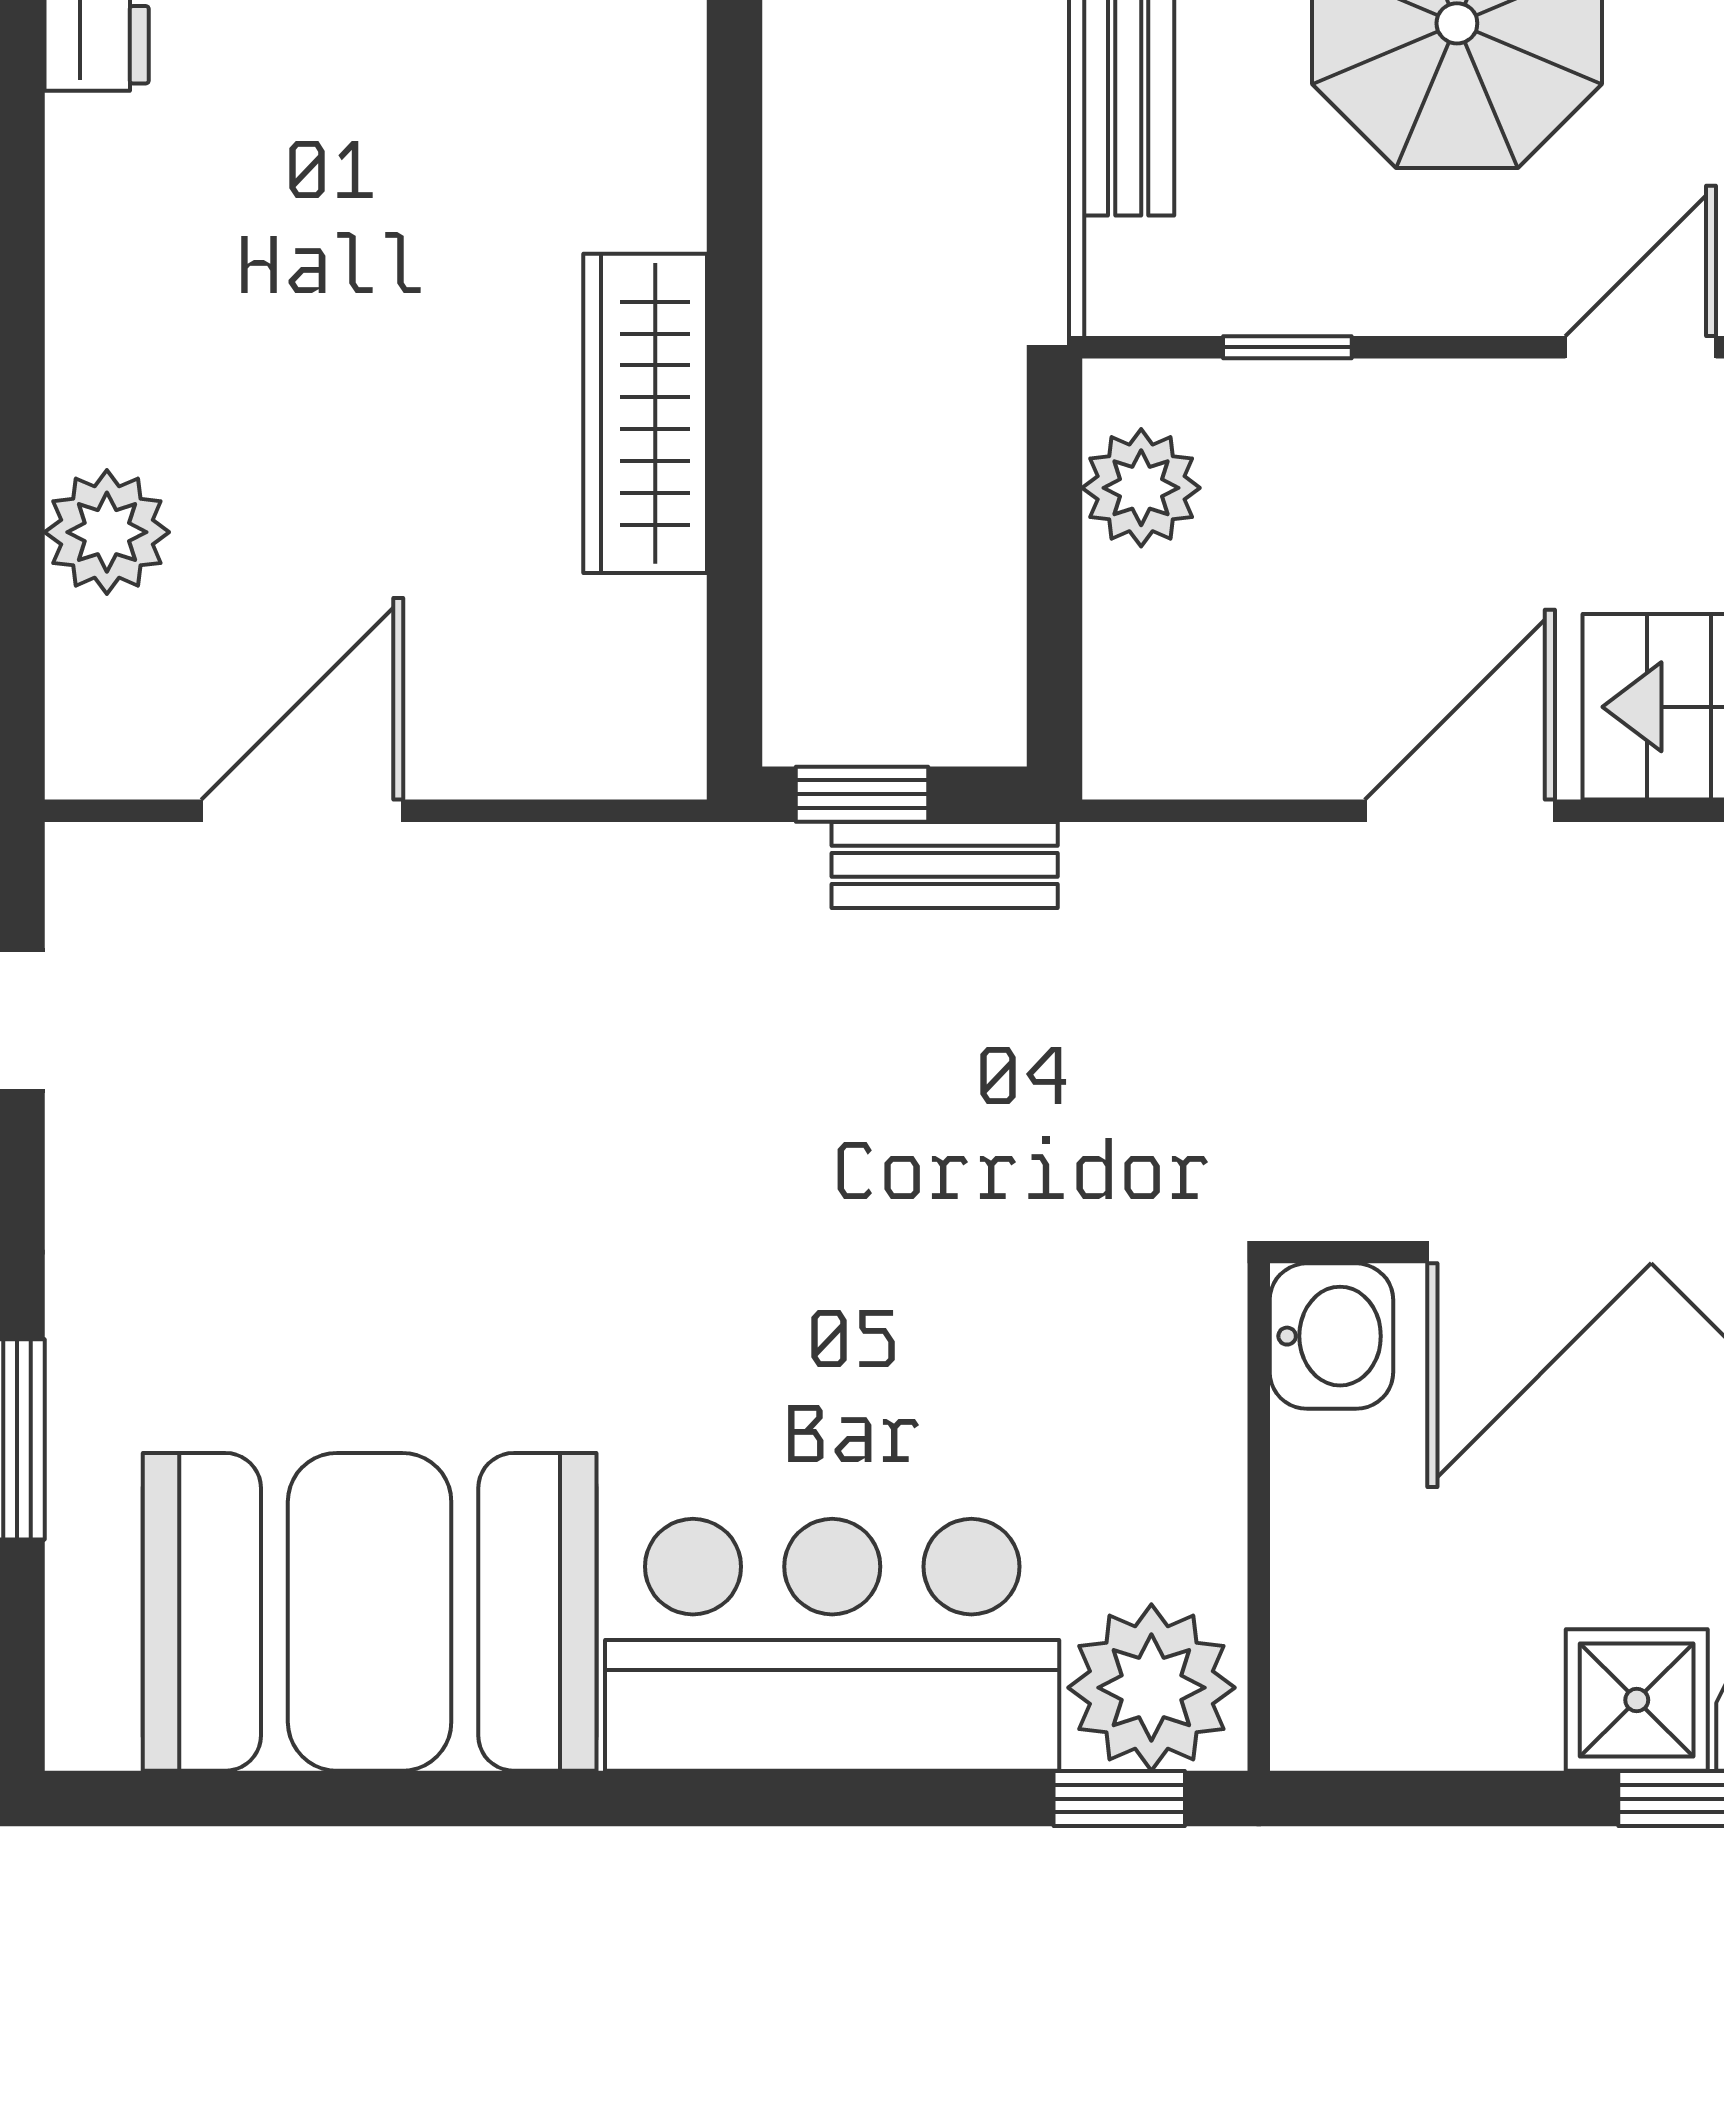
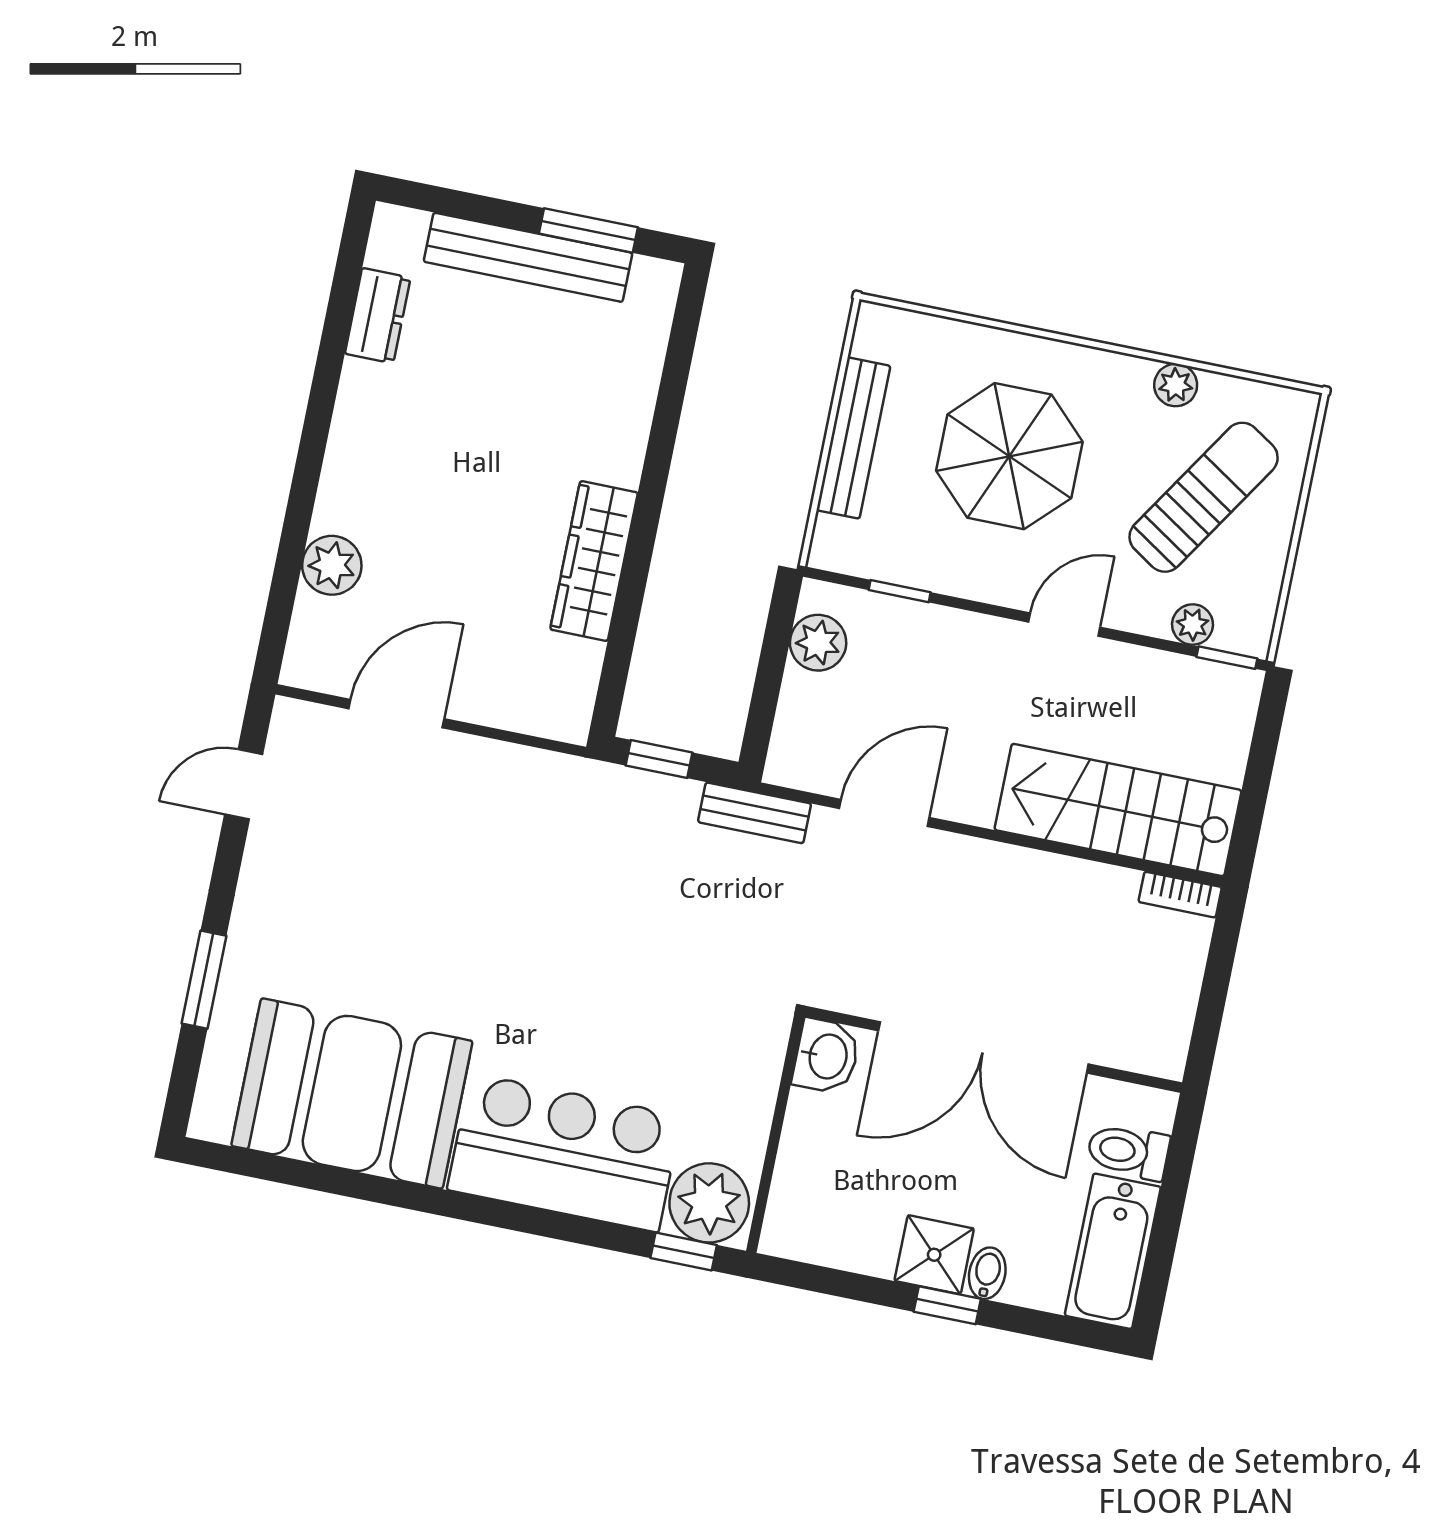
door: (1460, 811) -> (884, 813), moved
bench: (945, 865) -> (755, 813), moved

